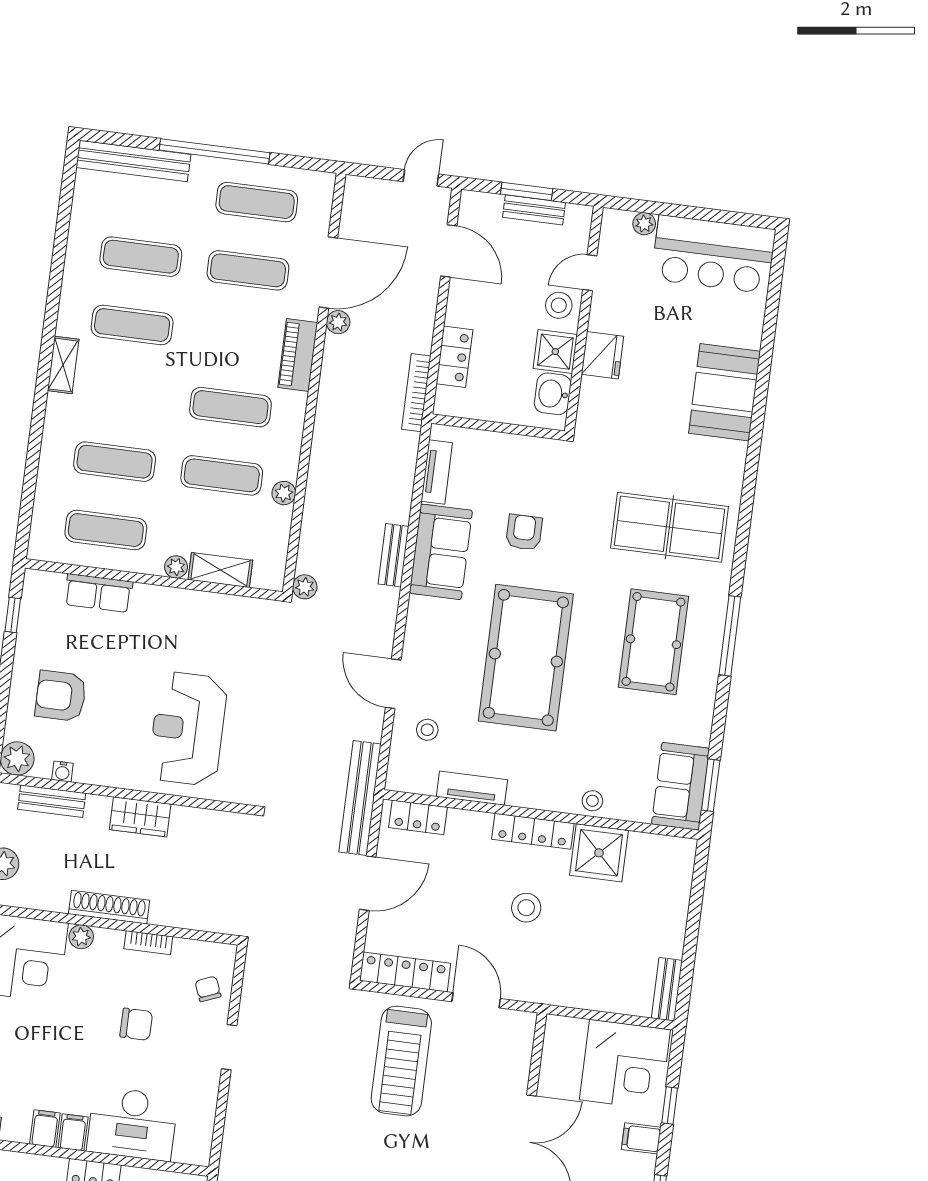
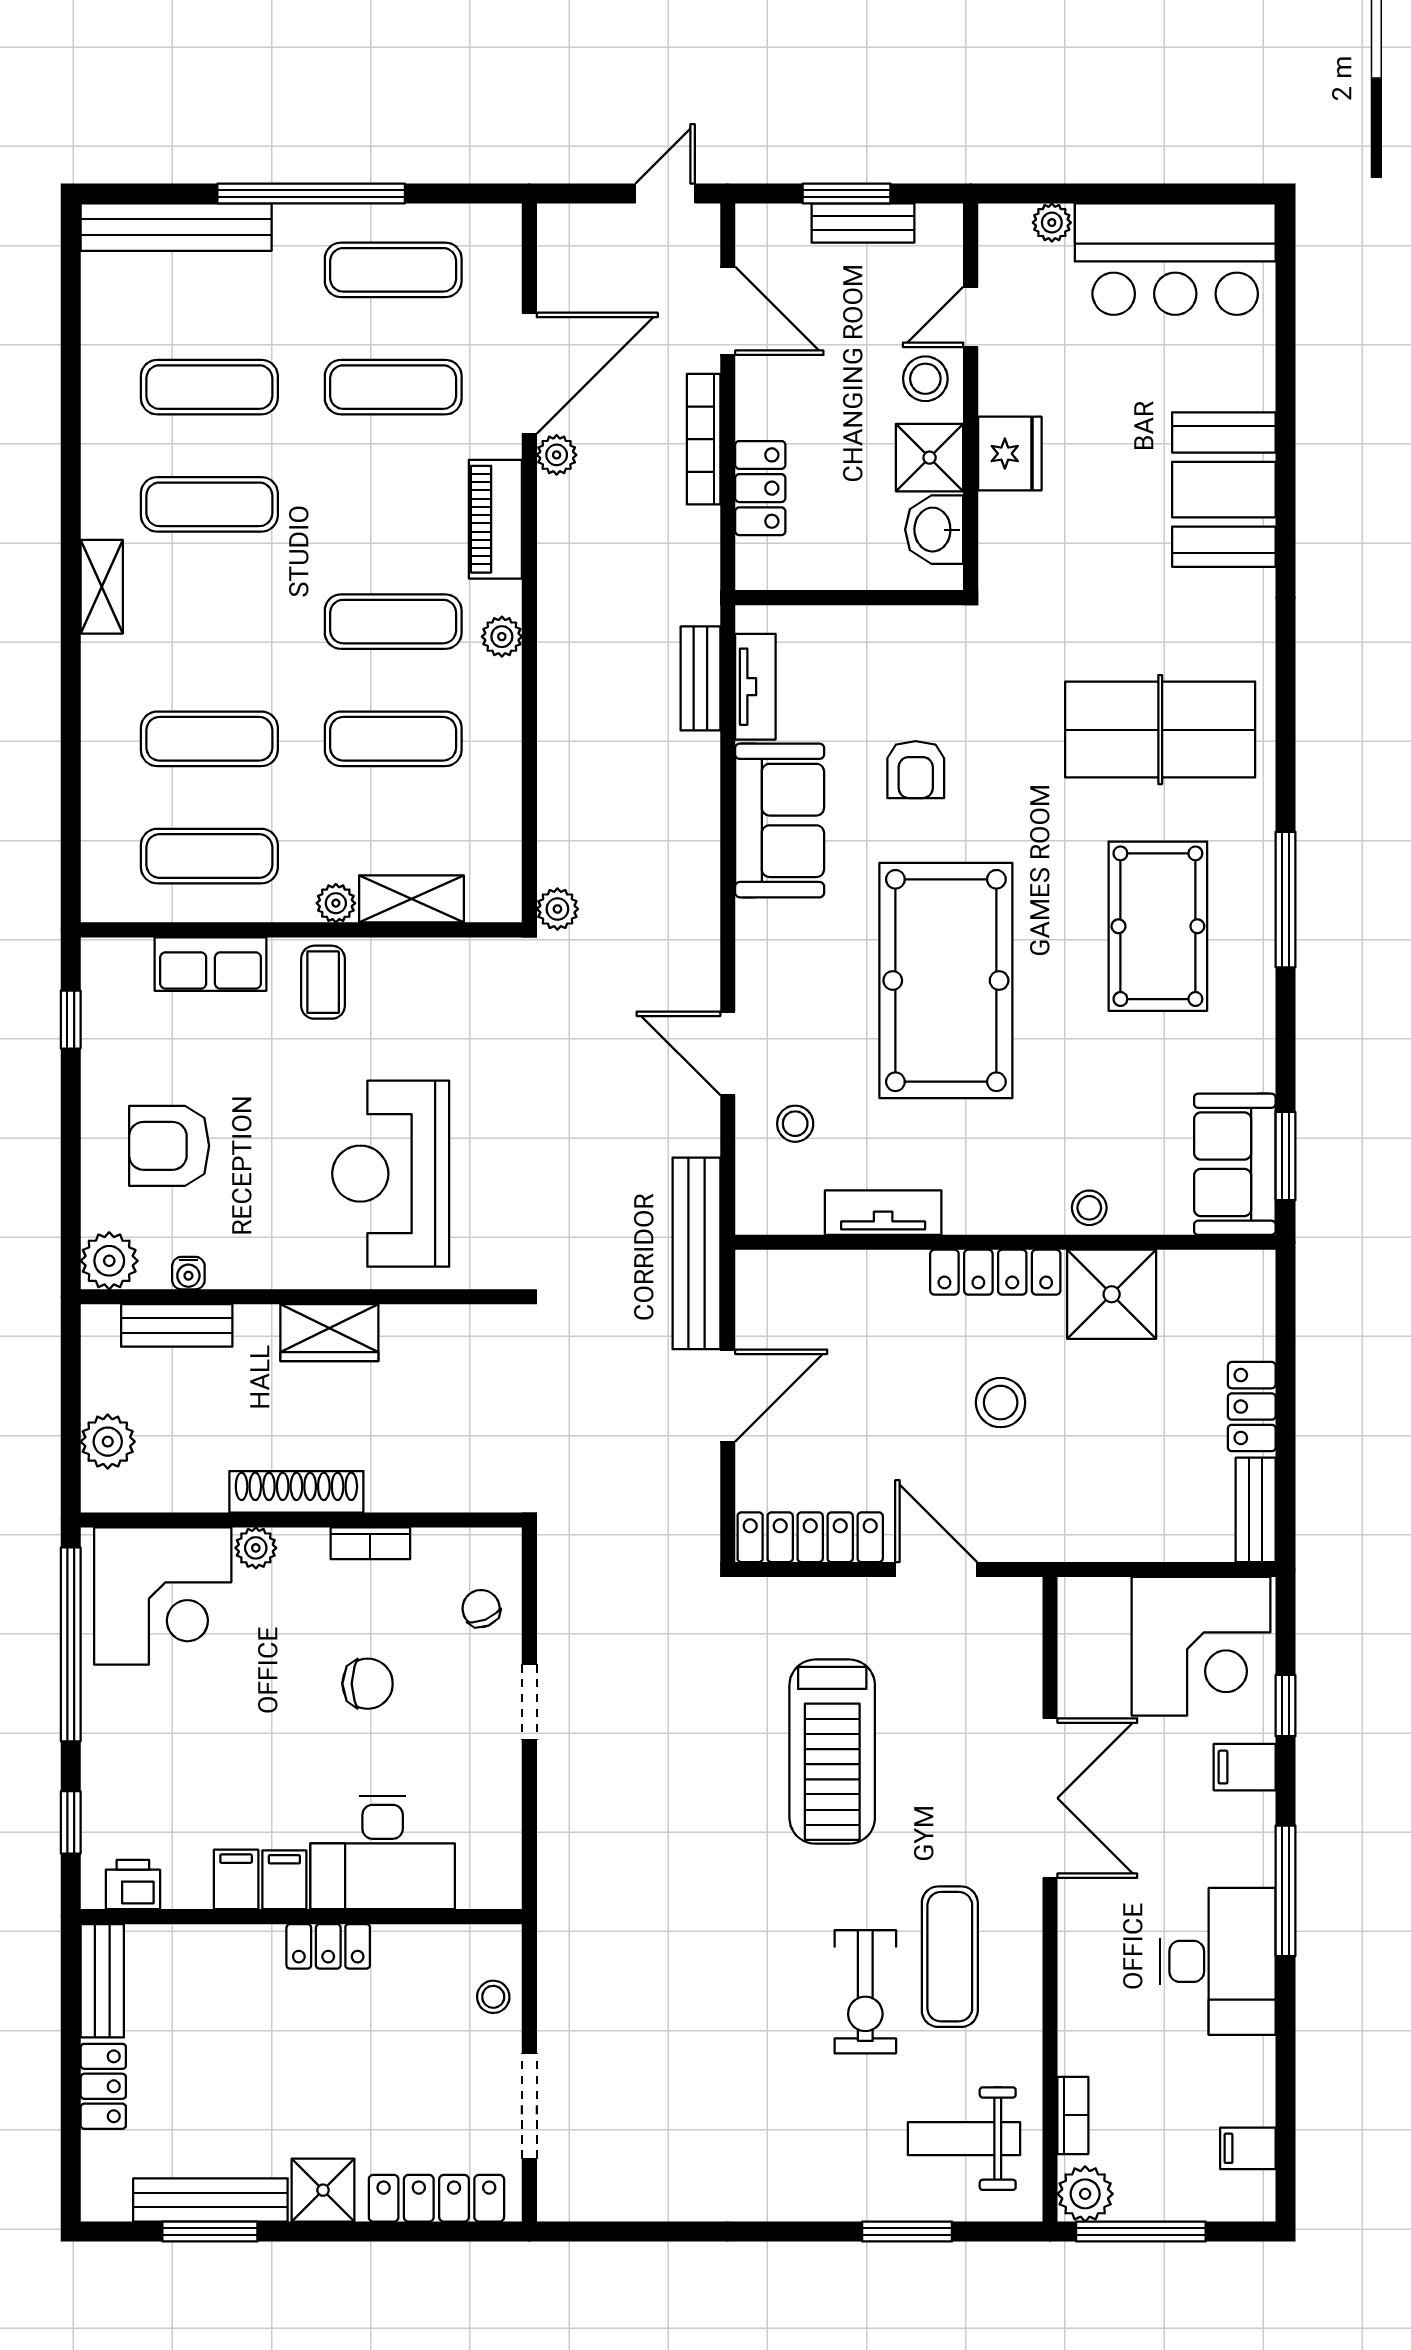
bookcase: (416, 393) -> (704, 439), moved
plant: (284, 493) -> (502, 637), moved
armchair: (524, 532) -> (916, 770), turned 180
bench: (393, 555) -> (700, 678), moved
coffee table: (163, 612) -> (323, 982), added
locker: (418, 817) -> (1252, 1407), moved, turned 90
treadmill: (401, 1061) -> (832, 1752), moved

